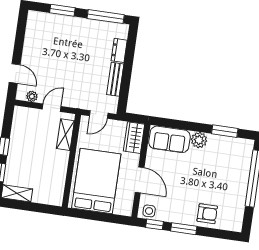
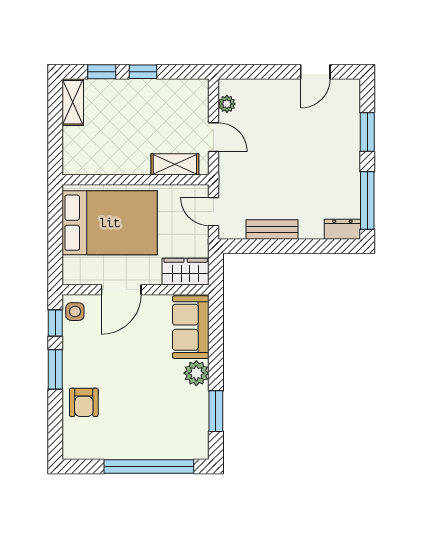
dresser: (119, 50) -> (342, 229), moved
door: (15, 74) -> (315, 72), moved

